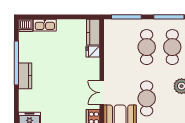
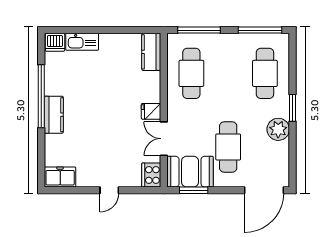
cafe table: (147, 47) -> (191, 73), moved
fridge: (93, 52) -> (151, 111), moved

